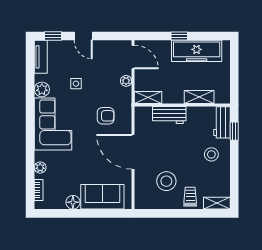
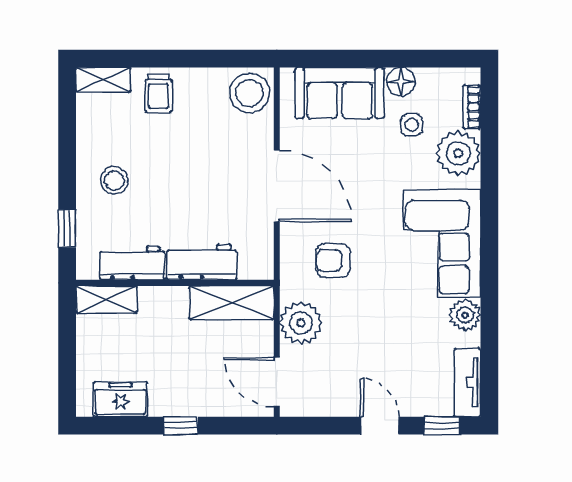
freezer: (197, 51) -> (120, 399), width x0.52, depth x0.79
plant: (126, 81) -> (301, 323), width x1.87, depth x1.87
side table: (76, 84) -> (412, 125), moved
shelving: (148, 97) -> (231, 303), width x1.50, depth x1.33
shelving: (199, 97) -> (106, 299), moved
workbench: (222, 122) -> (132, 263), moved, turned -90
plant: (40, 168) -> (458, 153), width x1.88, depth x1.88
stool: (166, 181) -> (250, 93), moved

